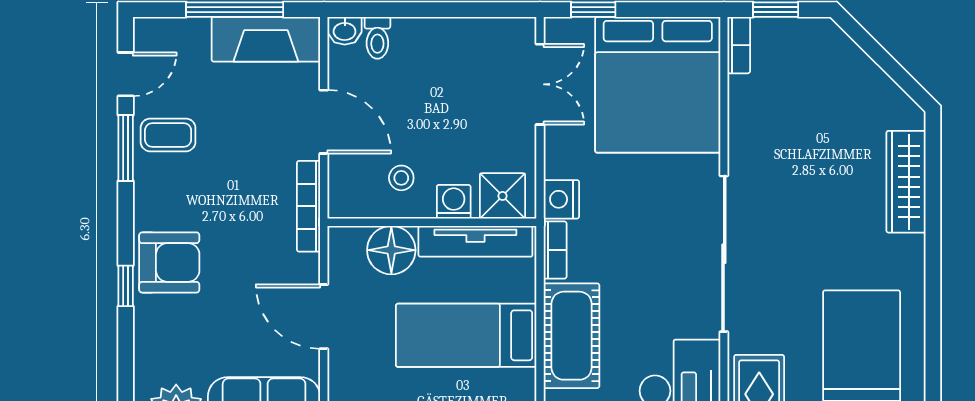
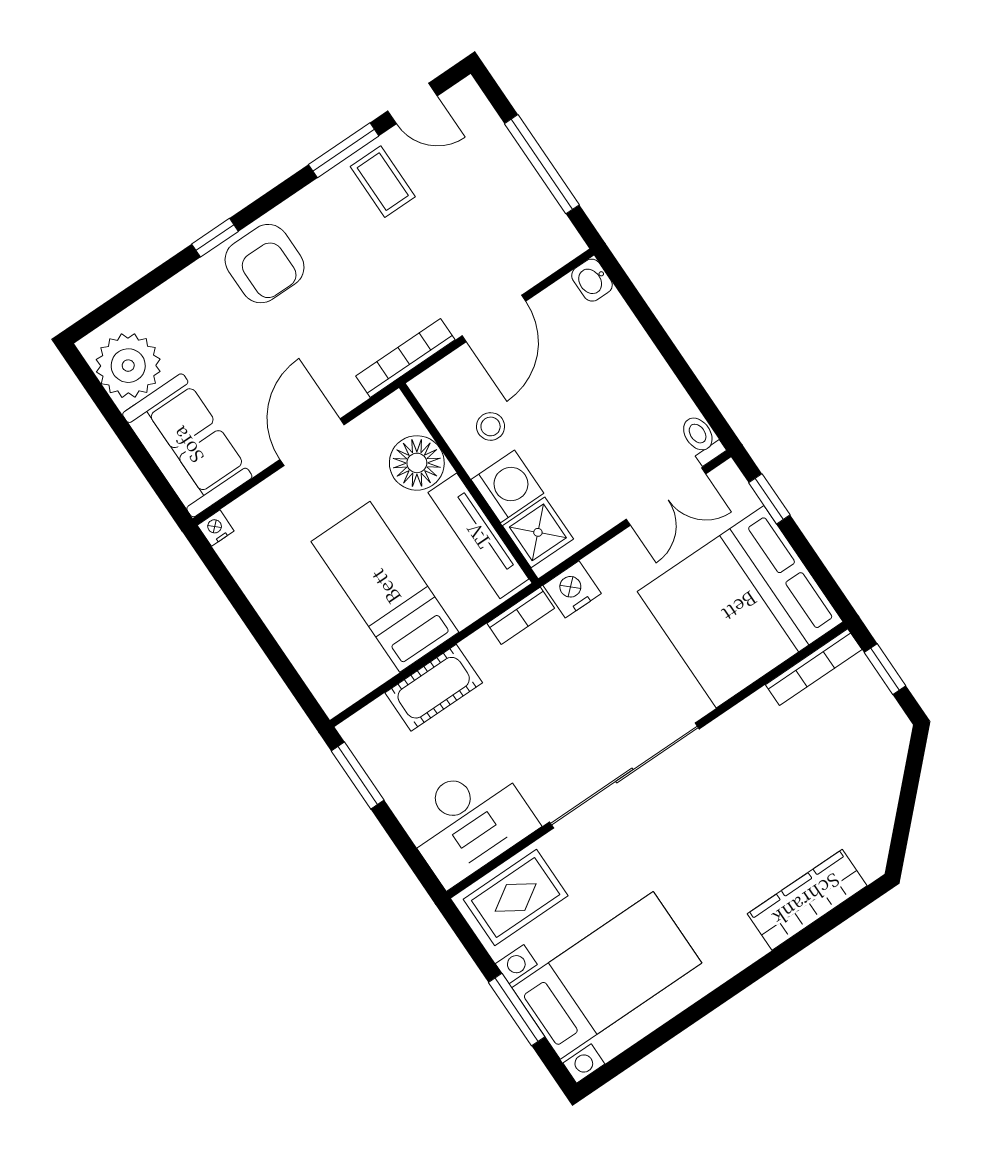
toilet: (377, 38) -> (701, 439), moved, turned 90
fireplace: (266, 39) -> (534, 212), removed
bookcase: (739, 45) -> (814, 667), width x1.56
washing machine: (454, 202) -> (507, 486), width x1.38, depth x1.38
cot: (572, 336) -> (434, 688), width x0.73, depth x0.75

